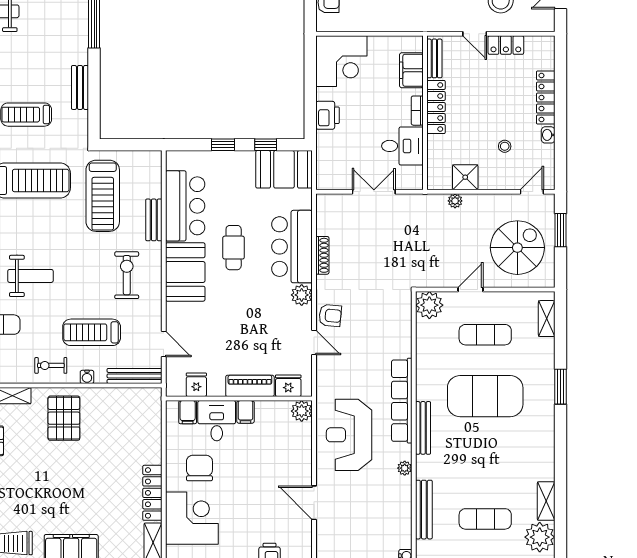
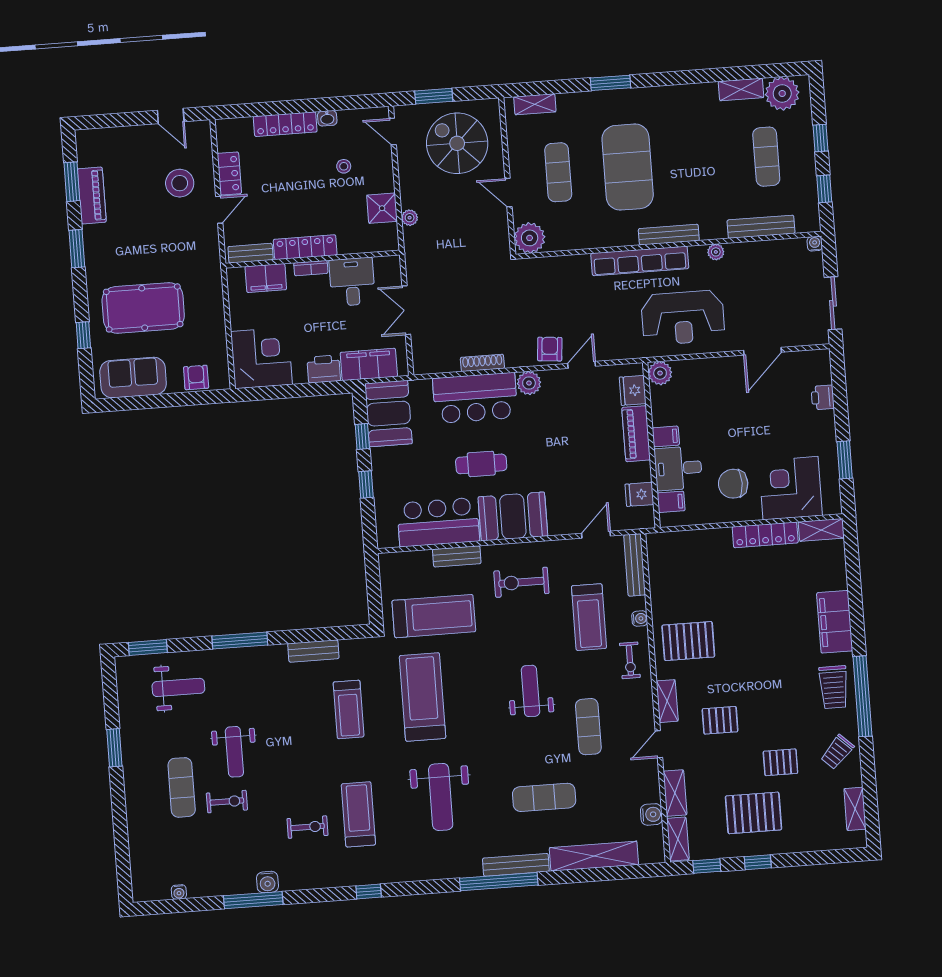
filing cabinet: (329, 155) -> (369, 364), added

